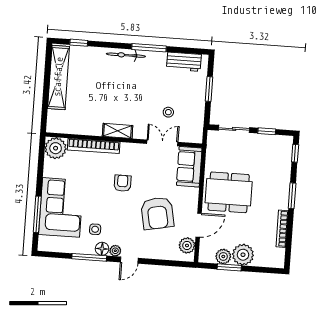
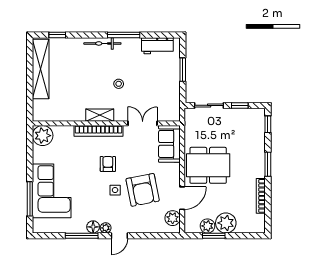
stool: (168, 112) -> (119, 84), moved
bookcase: (94, 146) -> (99, 131), moved
side table: (95, 229) -> (115, 190), moved

